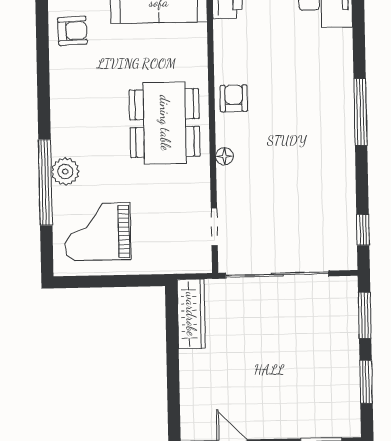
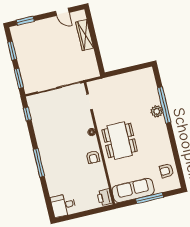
grand piano: (98, 232) -> (138, 89), removed
wardrobe: (191, 314) -> (85, 35), moved

